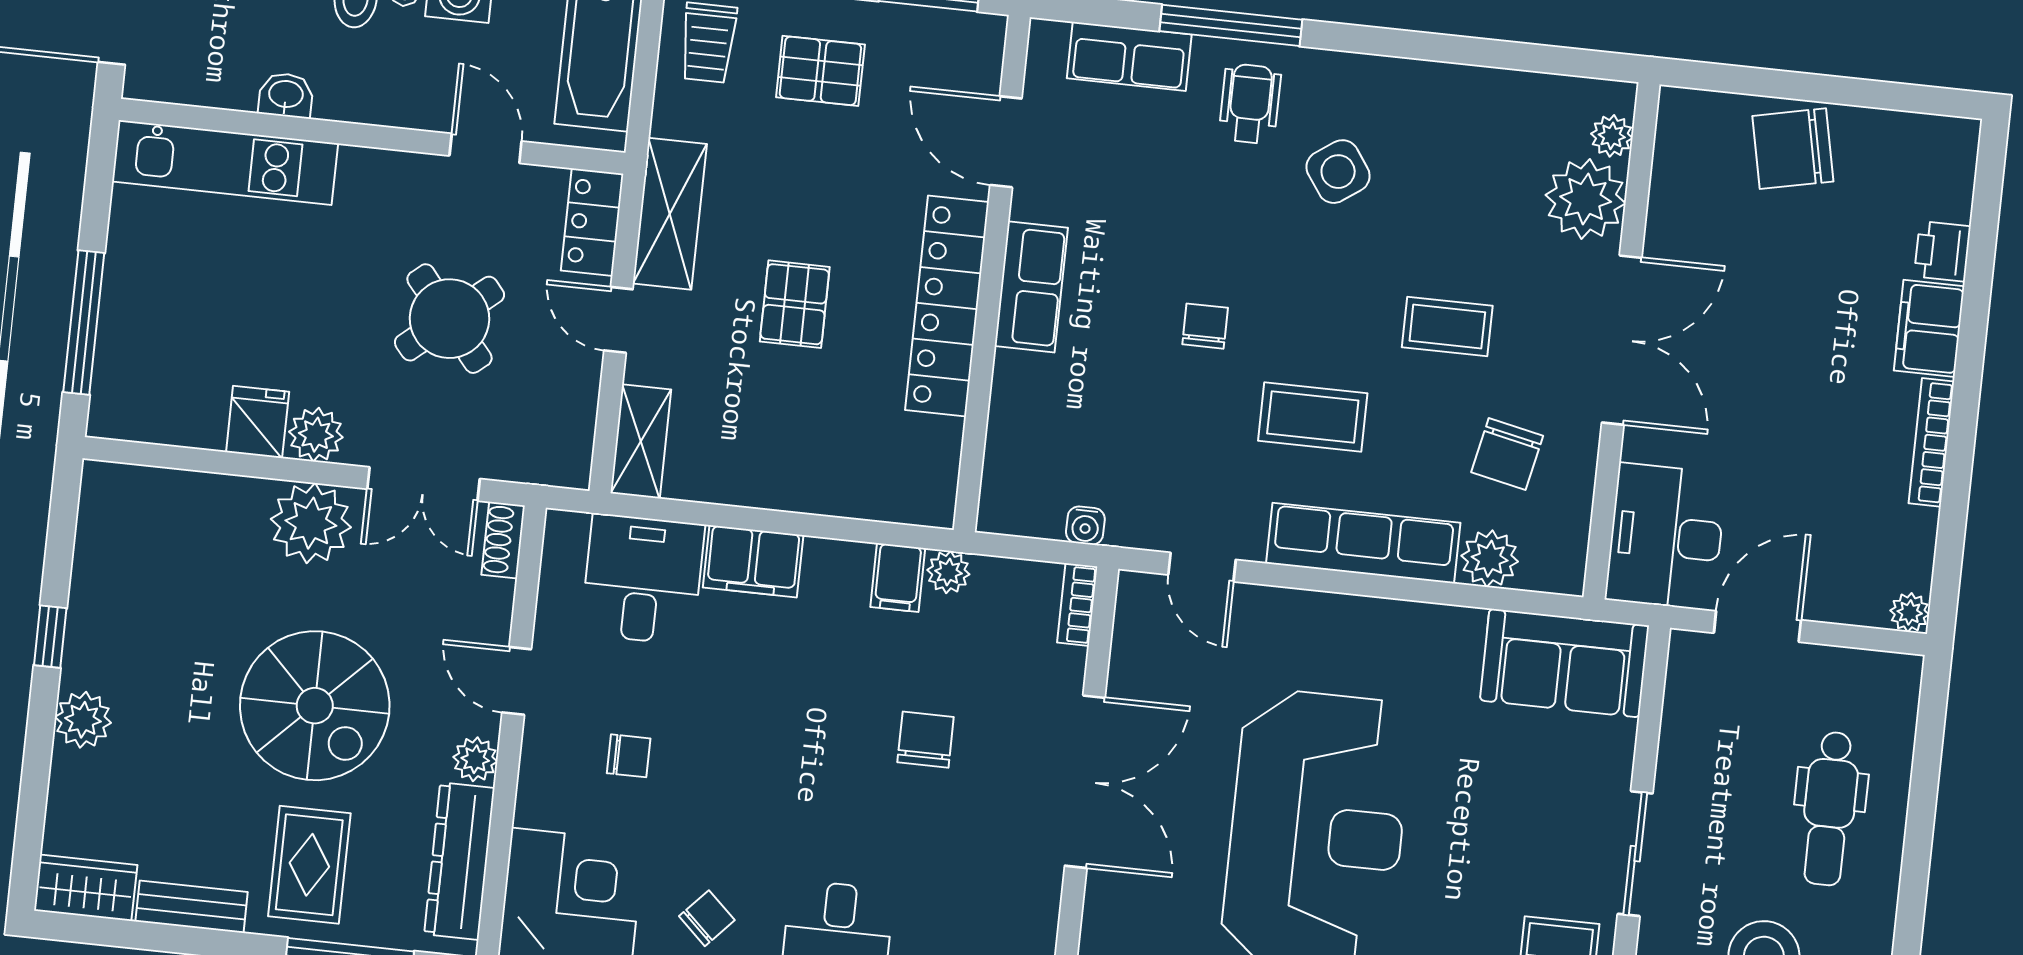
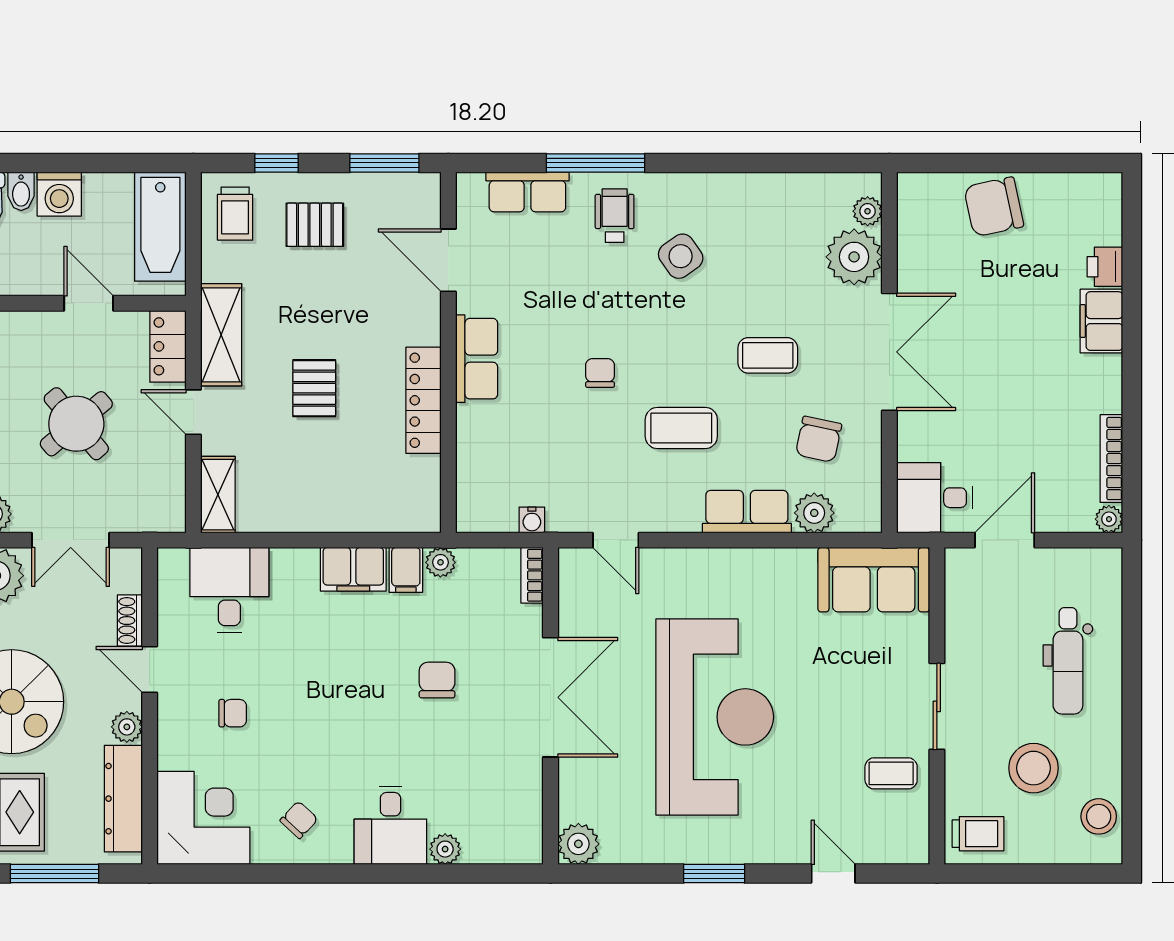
locker: (947, 306) -> (424, 400), width x0.71, depth x0.83
bookcase: (1931, 442) -> (1111, 459), moved
desk: (1666, 537) -> (935, 498), width x0.73
shoe rack: (503, 540) -> (130, 621), moved
row of seats: (1363, 543) -> (747, 512), width x0.68
filing cabinet: (753, 561) -> (353, 569), moved

